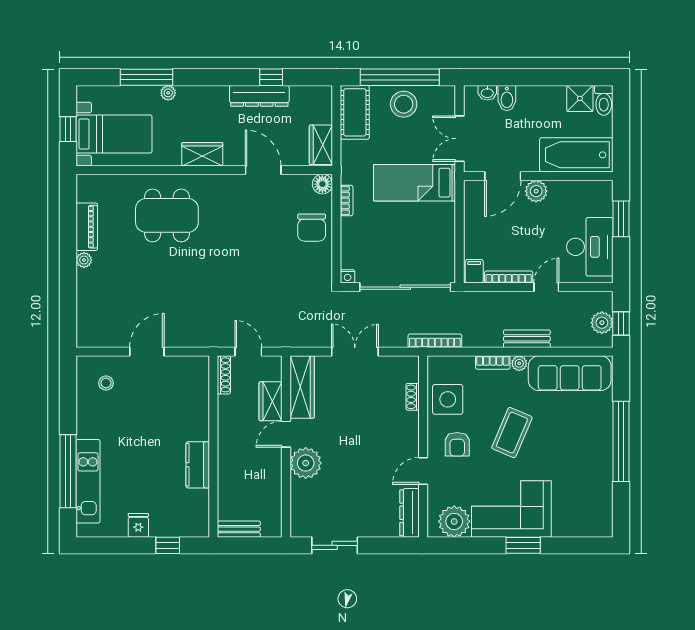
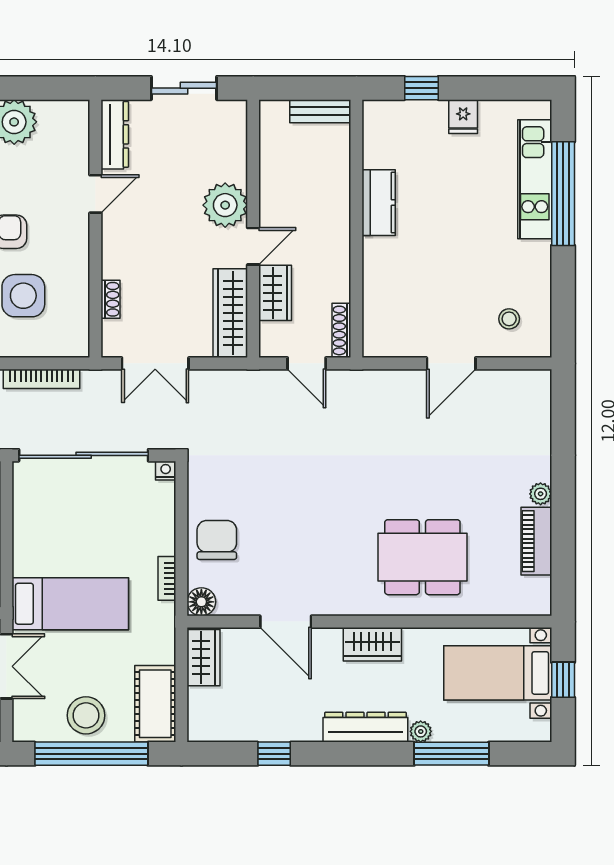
dresser: (259, 96) -> (365, 727), moved
shoe rack: (413, 397) -> (110, 299), moved
wall: (423, 446) -> (95, 229), moved
door: (423, 471) -> (95, 194), moved
dresser: (410, 513) -> (115, 134), moved

